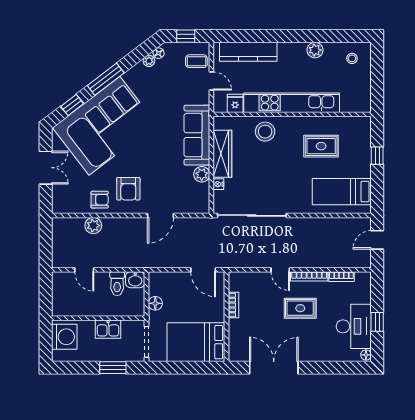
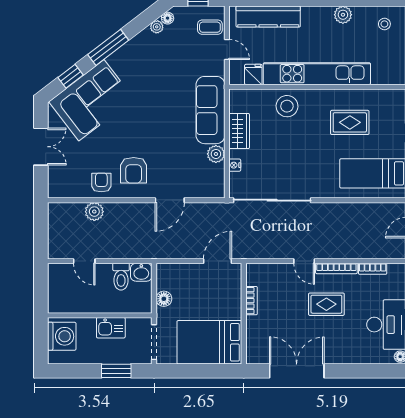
corner sofa: (104, 126) -> (91, 100), width x0.73, depth x0.74
wardrobe: (222, 154) -> (239, 131), width x0.67
armchair: (100, 200) -> (101, 182), turned -90
door: (203, 270) -> (218, 261), swing flipped

